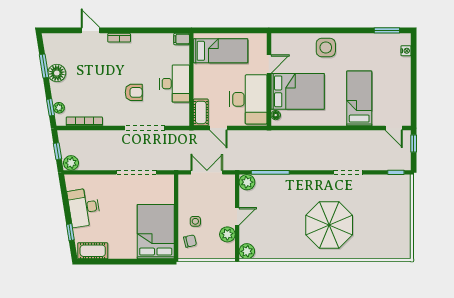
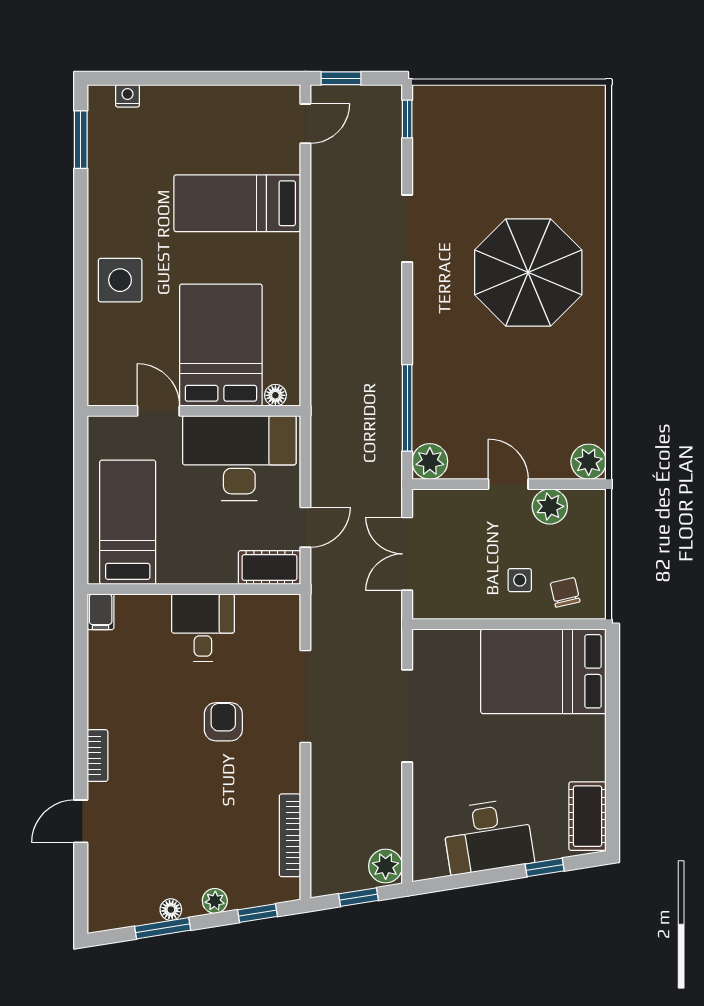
floor lamp: (57, 73) -> (171, 910), width x0.53, depth x0.53
desk: (175, 84) -> (203, 628), width x0.73
plant: (59, 108) -> (215, 901), moved

